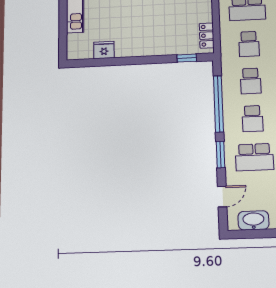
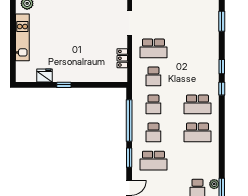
locker: (207, 36) -> (122, 58), moved
window: (187, 58) -> (64, 85), moved

